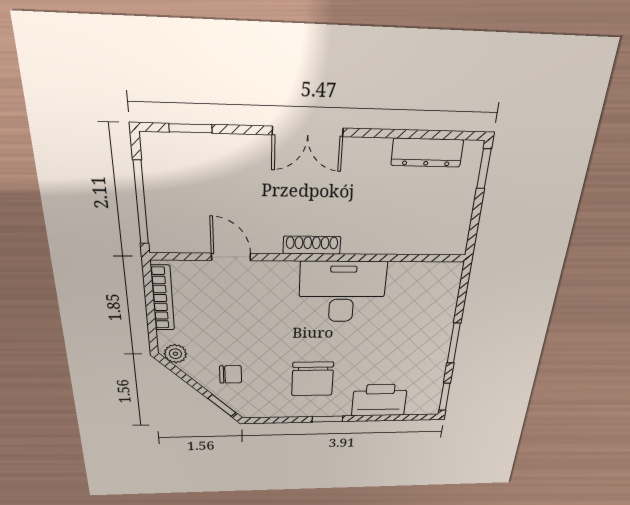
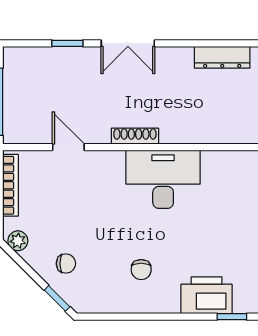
window: (190, 128) -> (67, 43), moved
chair: (313, 379) -> (141, 270), width x0.54, depth x0.54
window: (327, 419) -> (232, 317), moved

